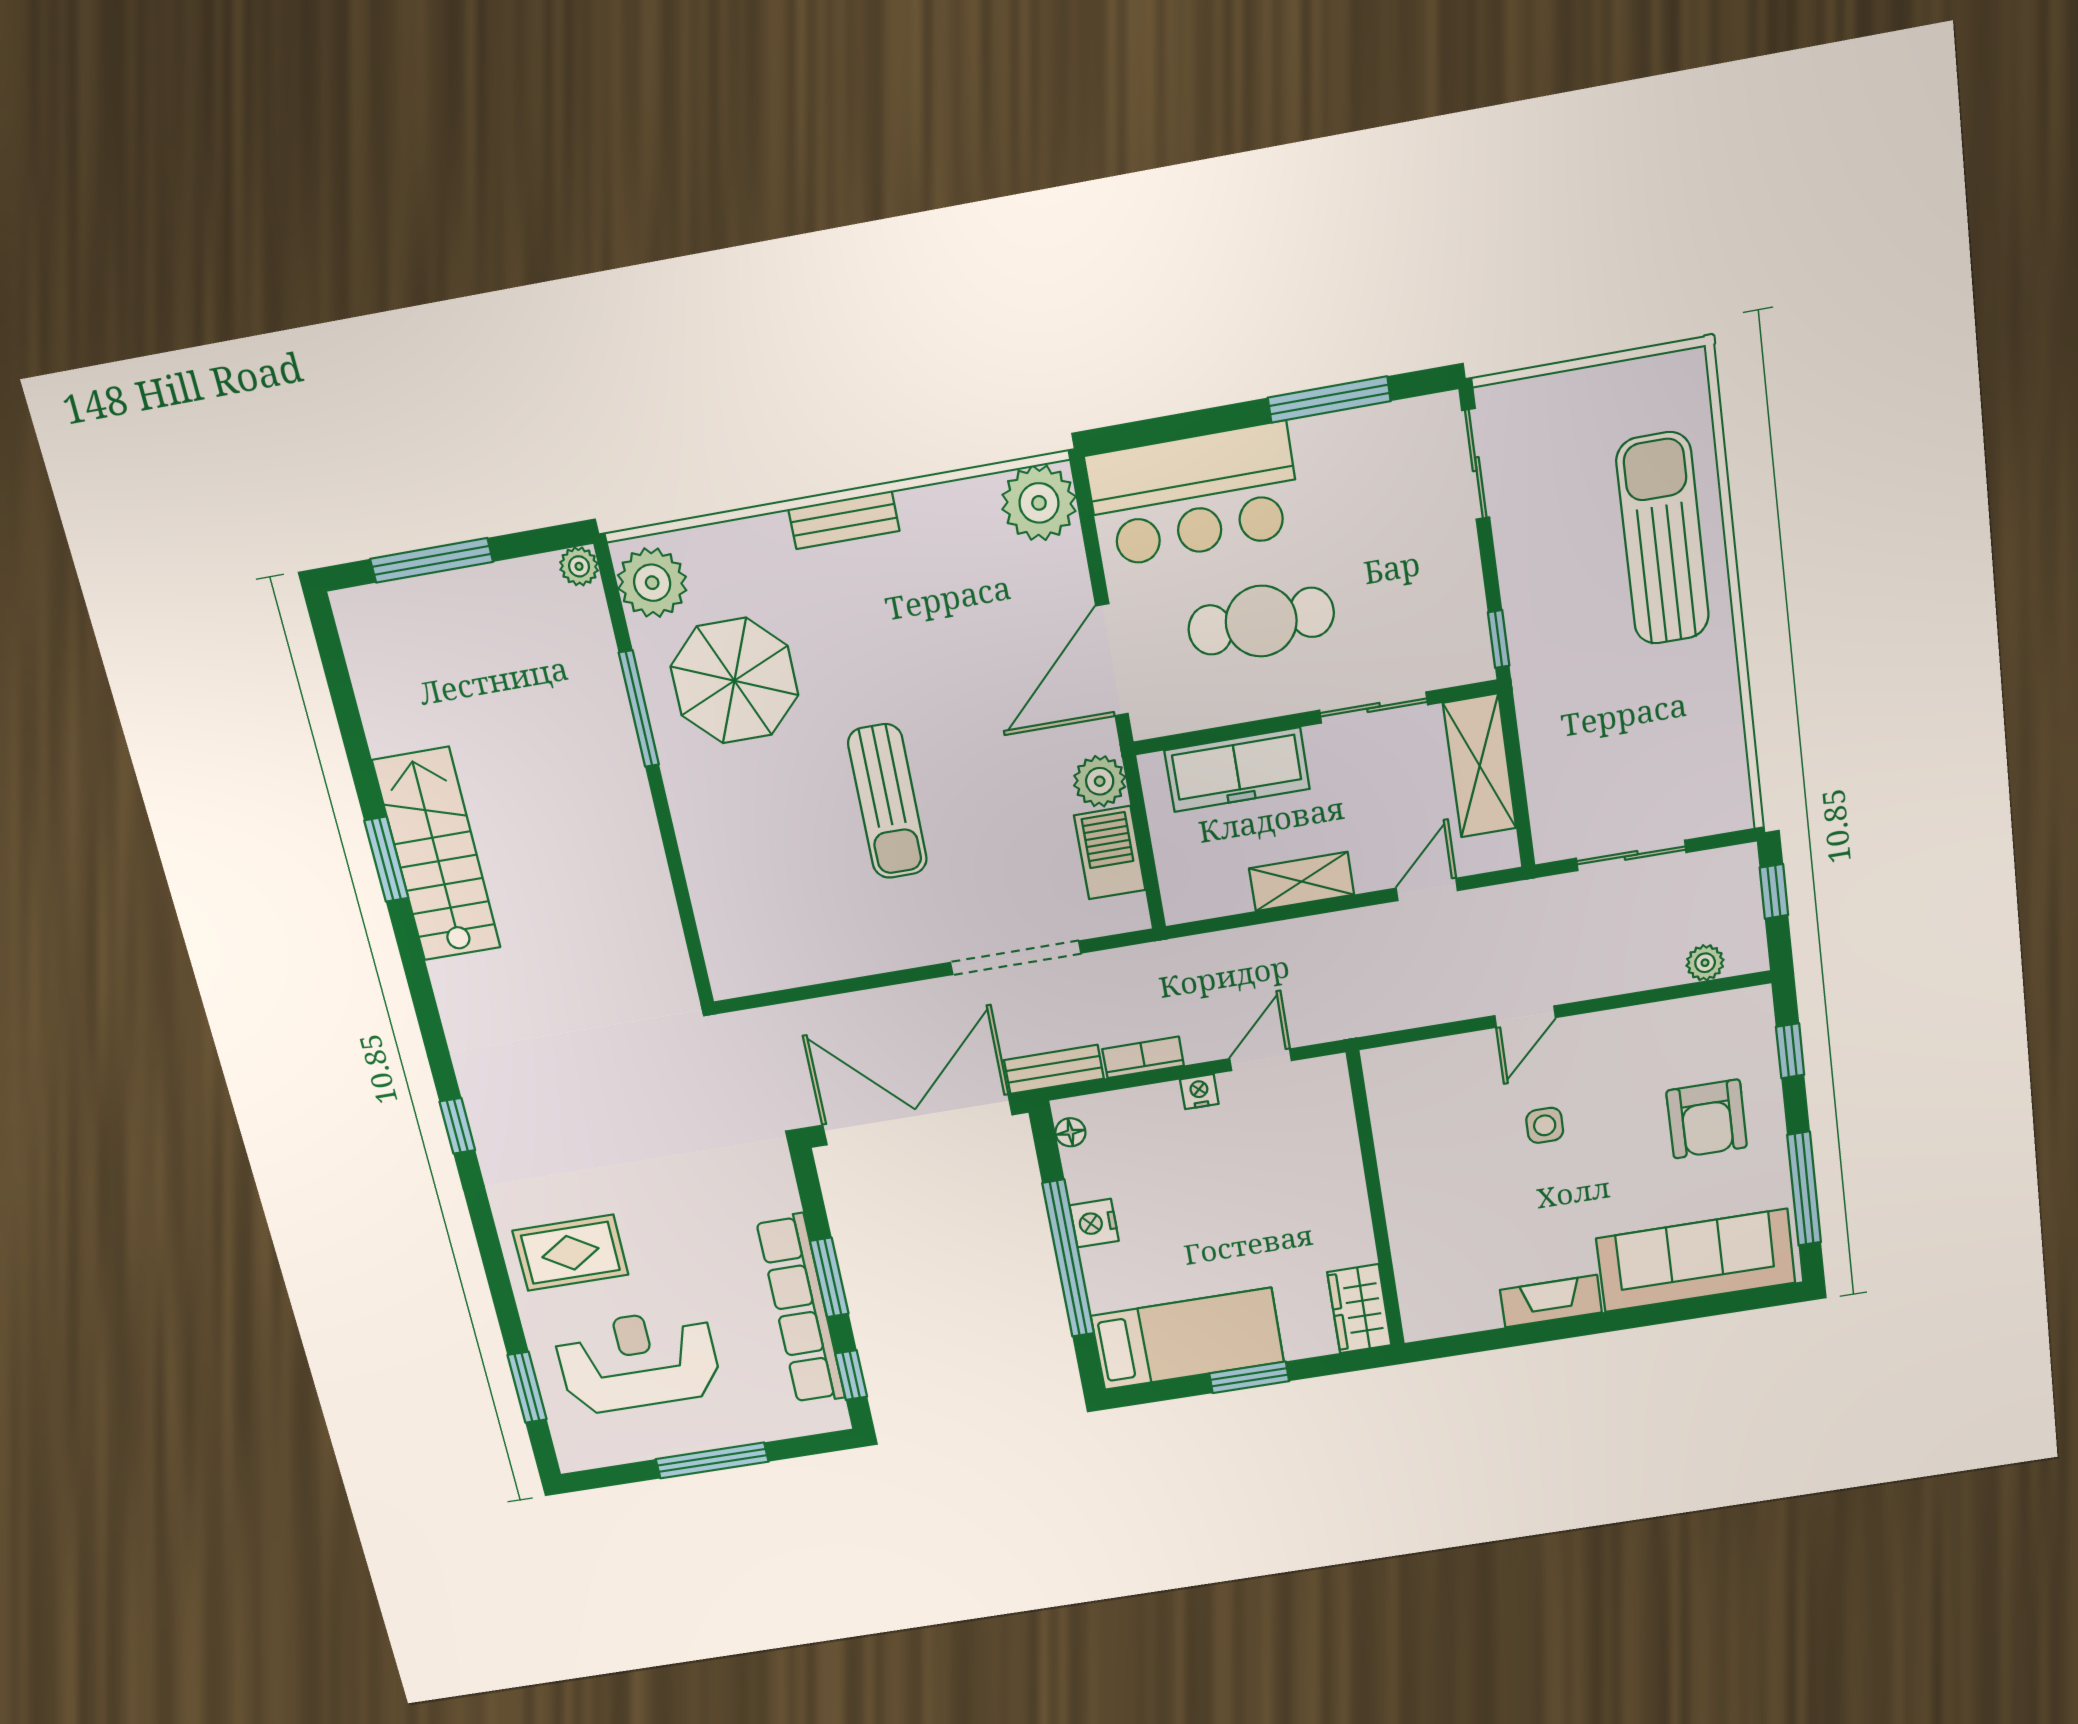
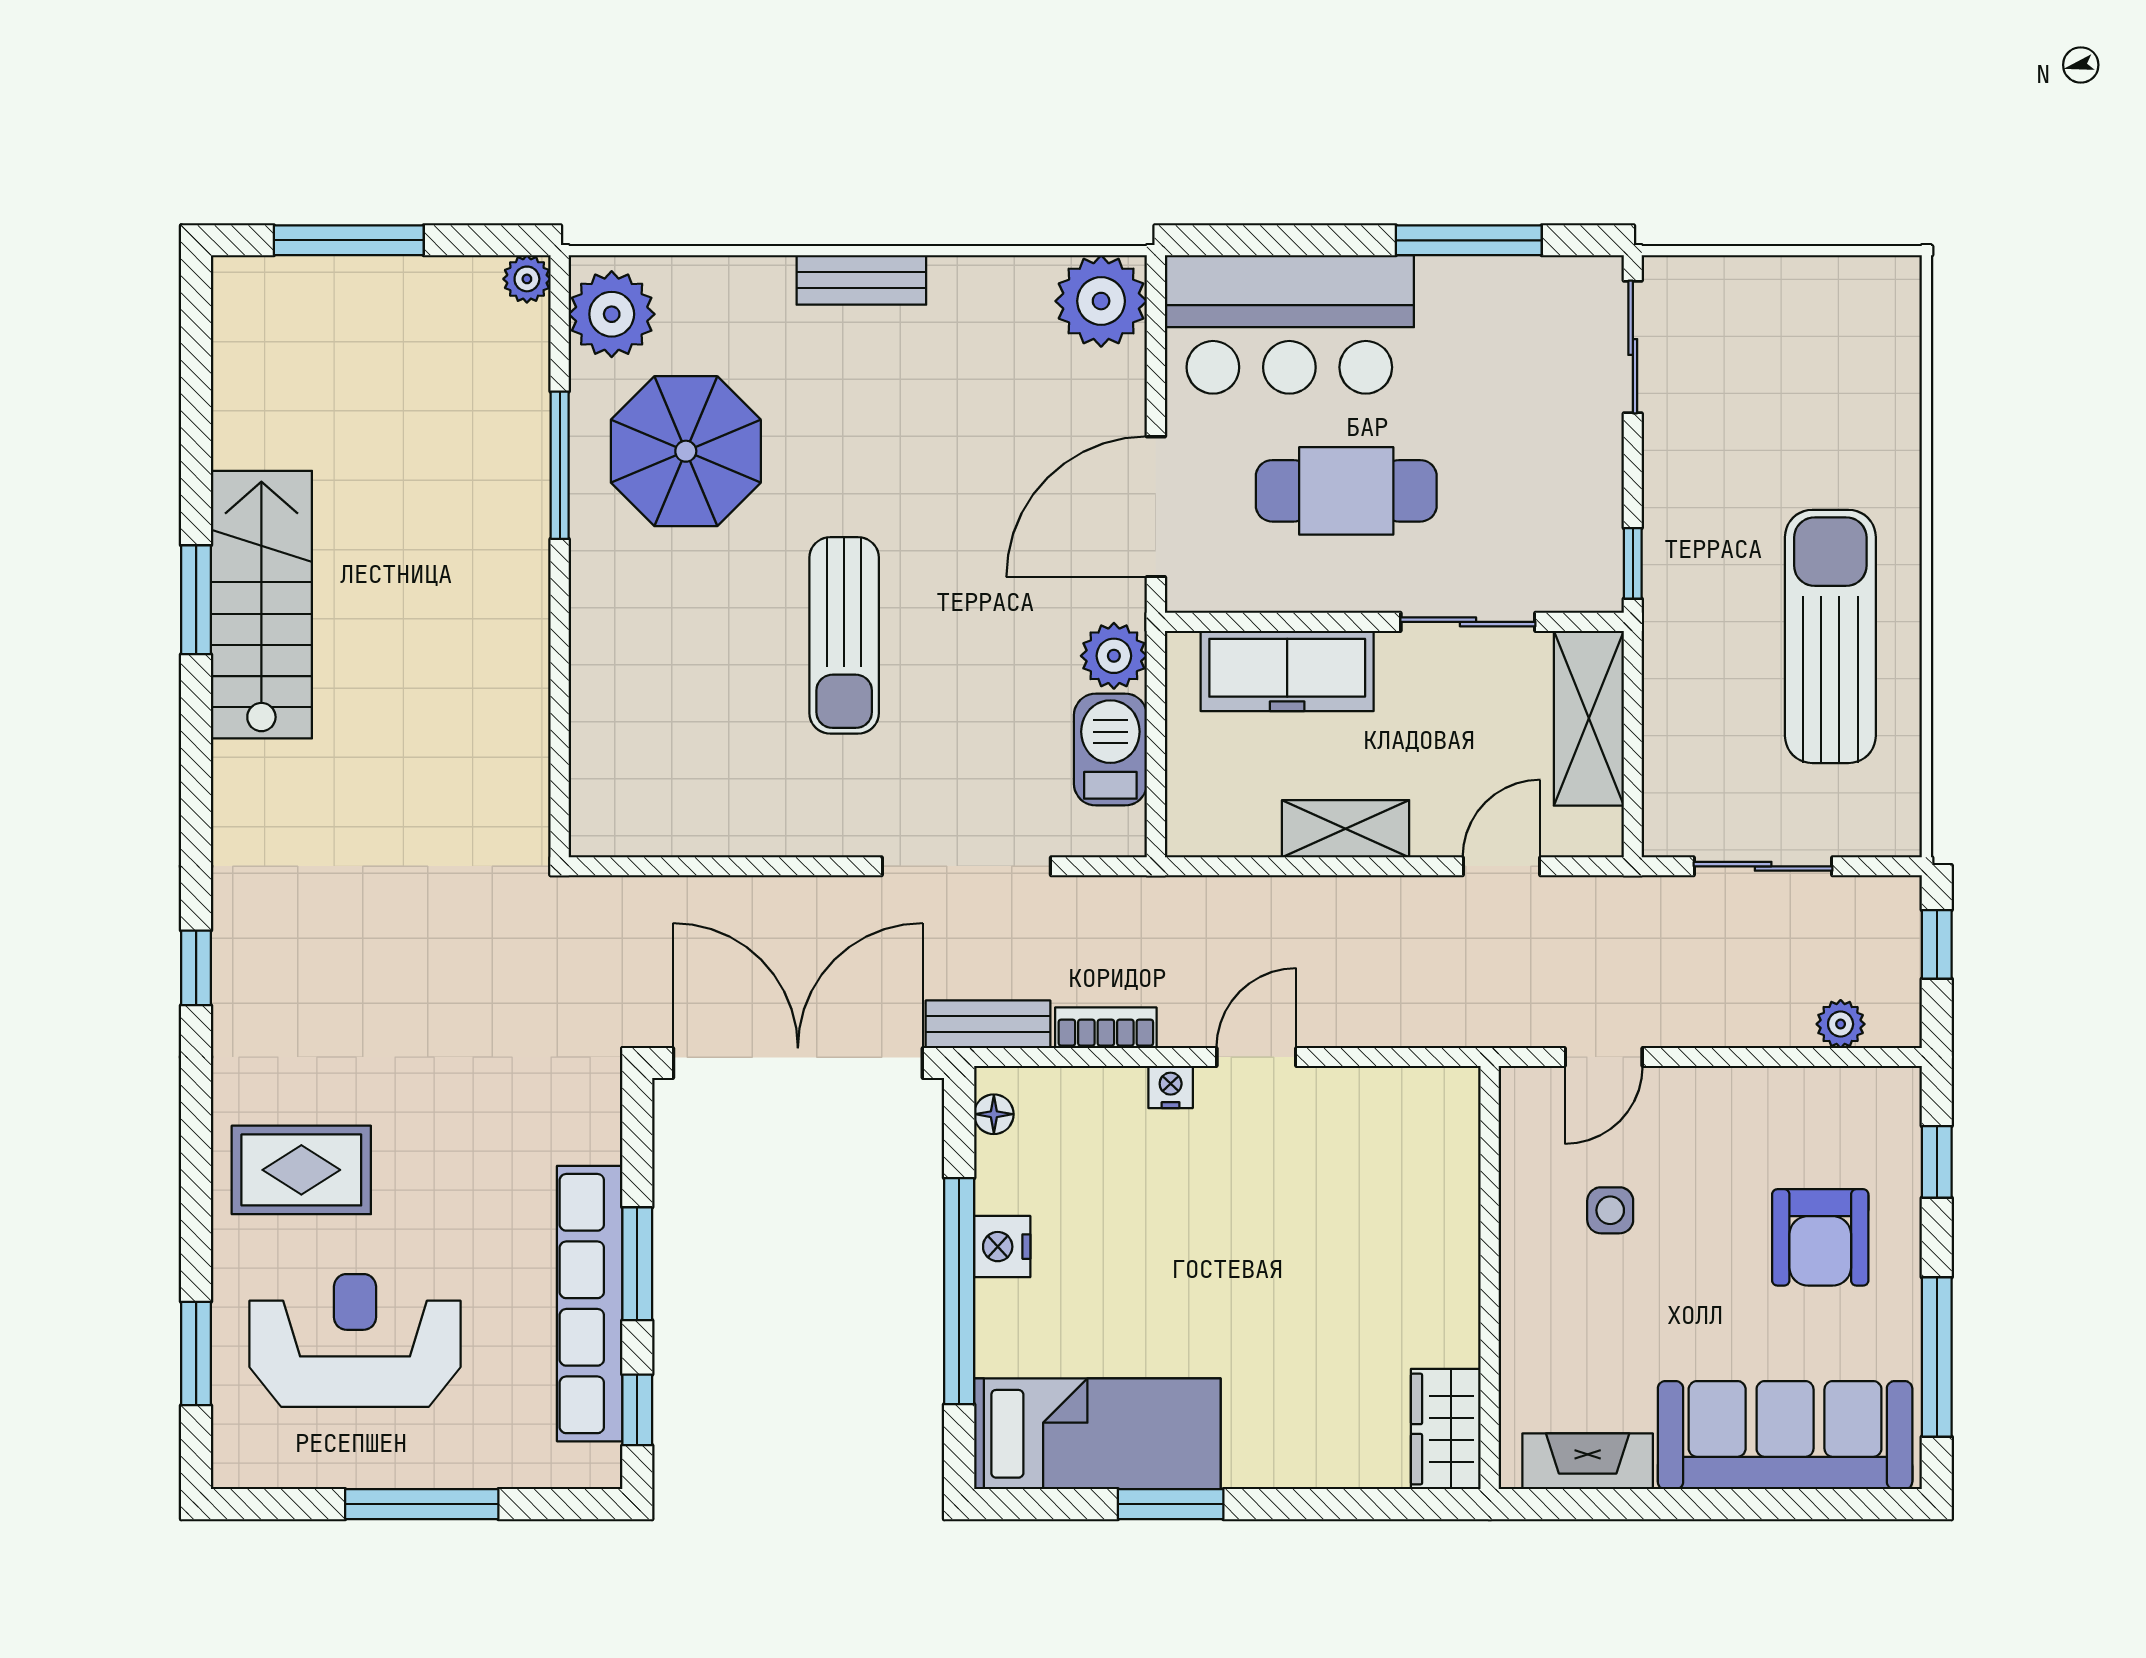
sun lounger: (1663, 539) -> (1830, 636), moved
wall: (1376, 1200) -> (1490, 1278), moved
wardrobe: (1359, 1309) -> (1446, 1429), moved

